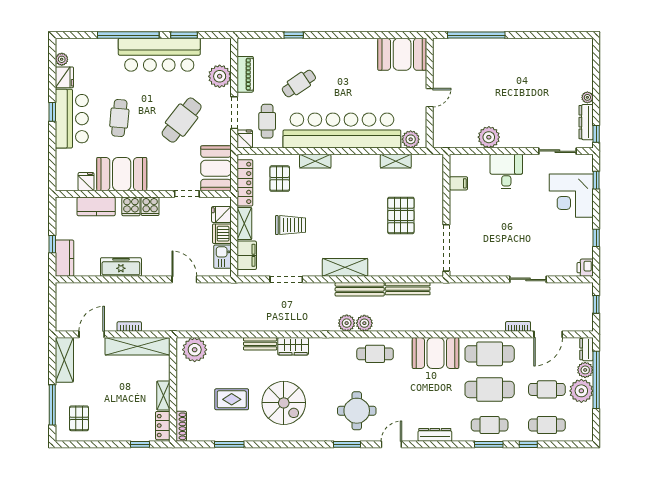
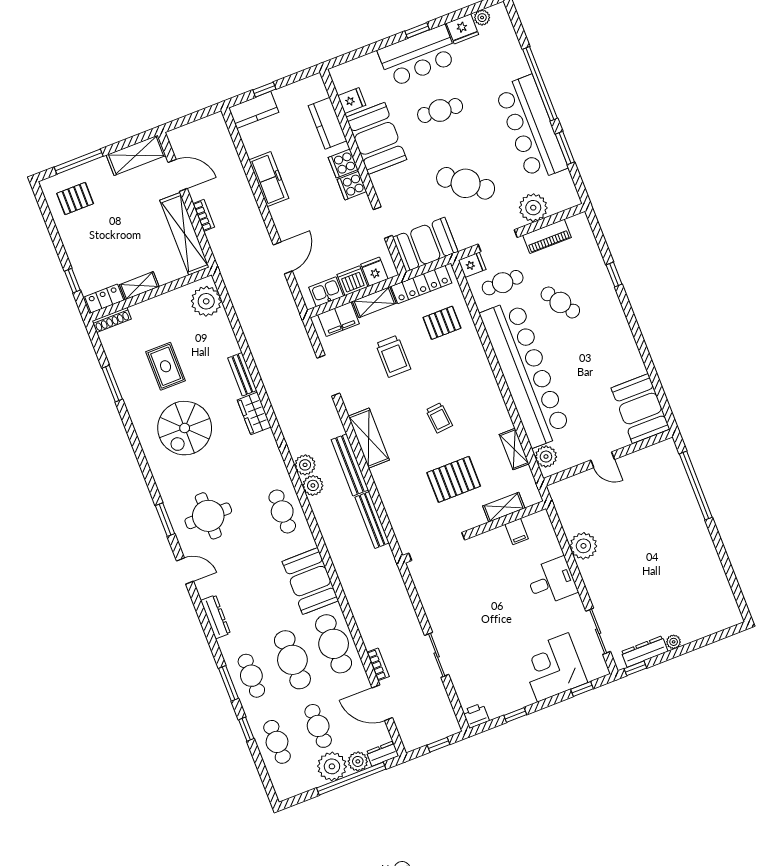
shelving: (315, 161) -> (504, 507), moved, turned 90
trolley: (350, 208) -> (439, 418), added

